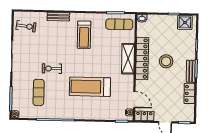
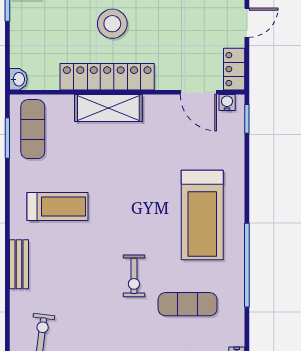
treadmill: (90, 87) -> (202, 215), moved
door: (134, 100) -> (198, 92), swing flipped

